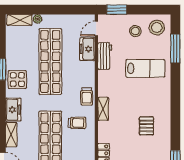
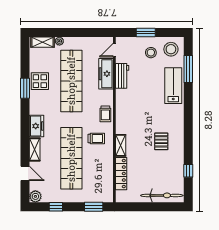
window: (117, 10) -> (146, 33), moved
freezer: (87, 49) -> (106, 74), width x1.40
lab bench: (145, 68) -> (173, 86), moved, turned -90
display table: (17, 80) -> (40, 81), moved
shelving: (103, 109) -> (121, 145), moved

